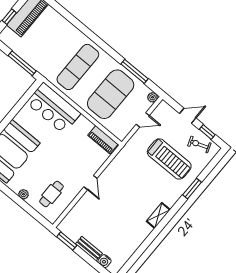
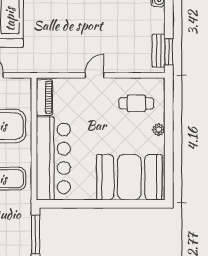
bar counter: (53, 108) -> (53, 158), width x1.36
bench: (89, 249) -> (159, 51), moved

